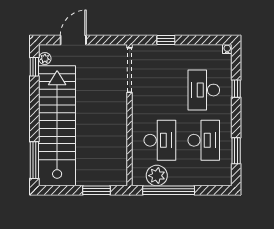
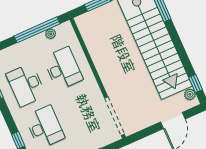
desk: (160, 140) -> (63, 69), turned 180
plant: (157, 176) -> (51, 34), width x0.53, depth x0.53

